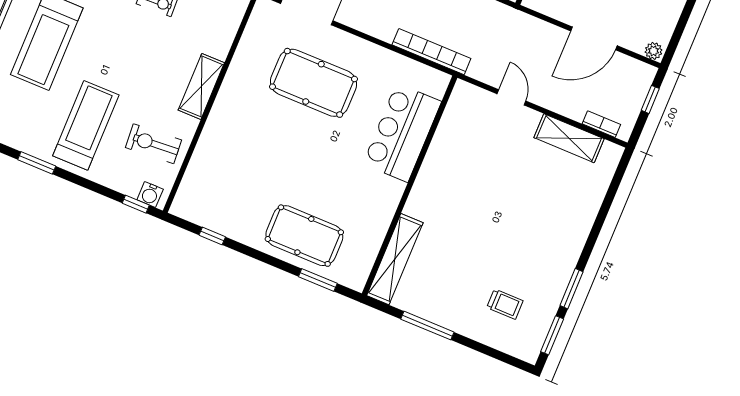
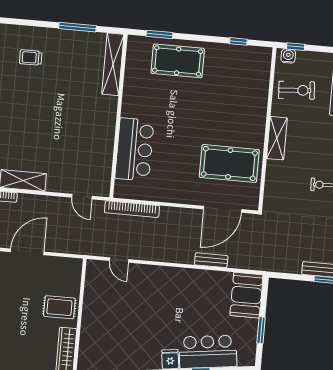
pool table: (313, 83) -> (229, 163), moved
door: (511, 97) -> (82, 197), moved

